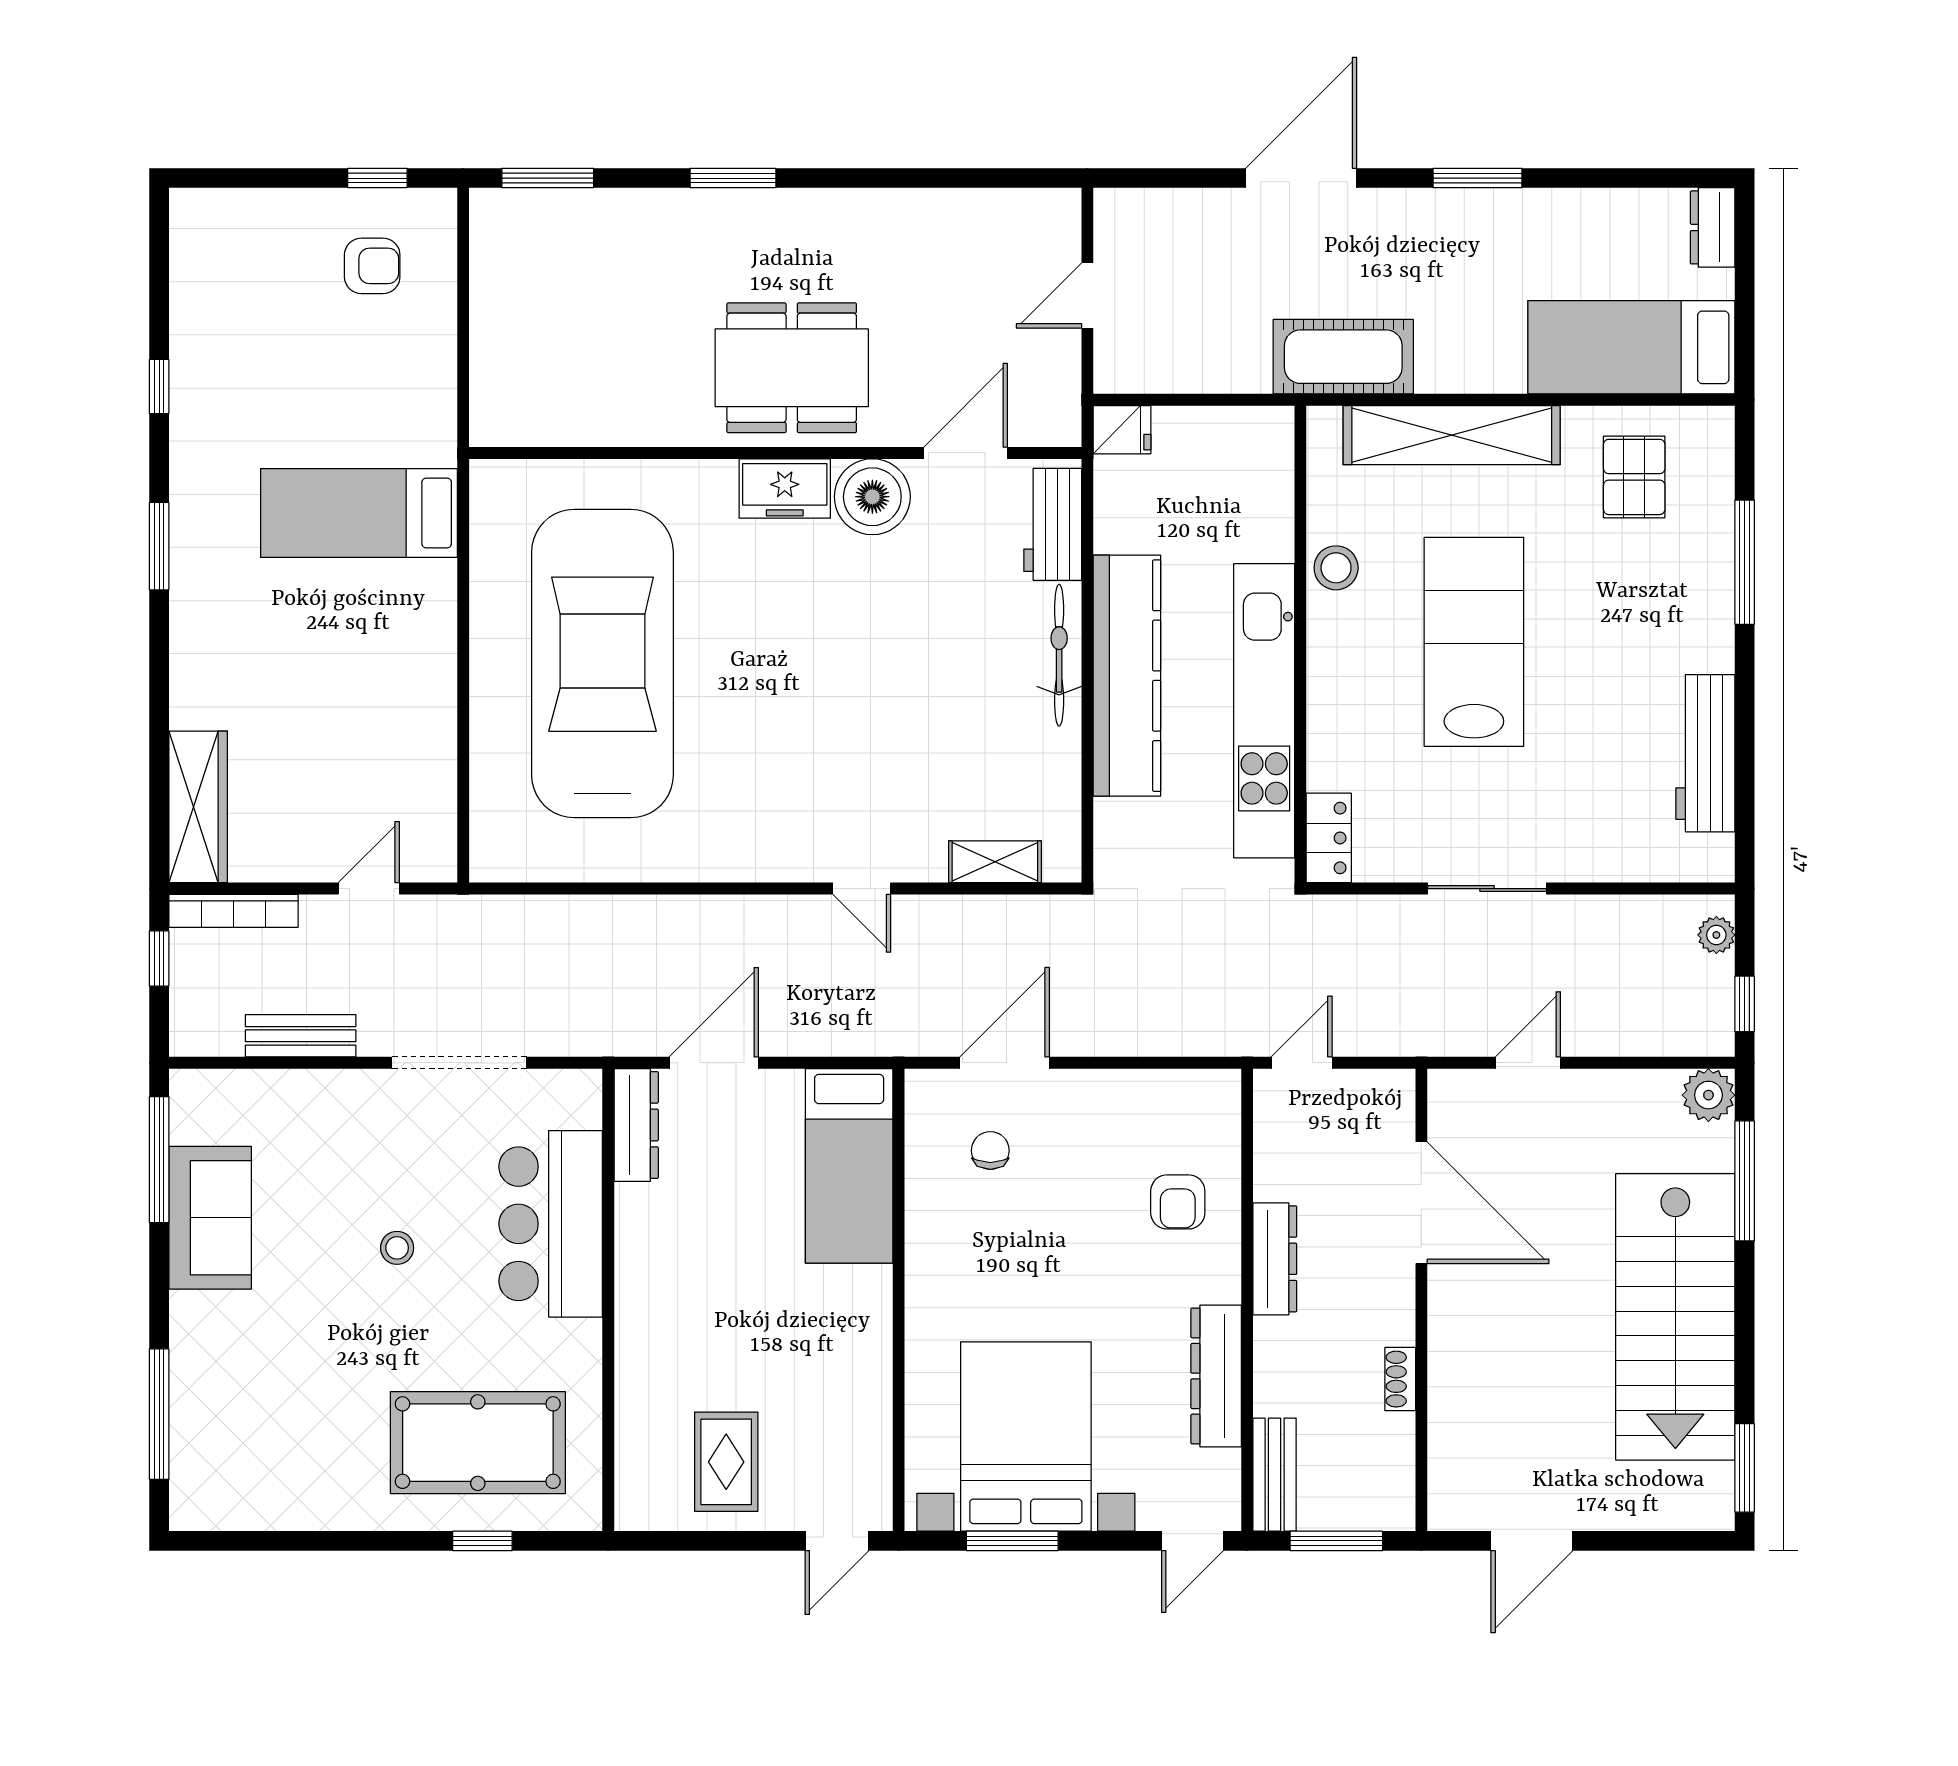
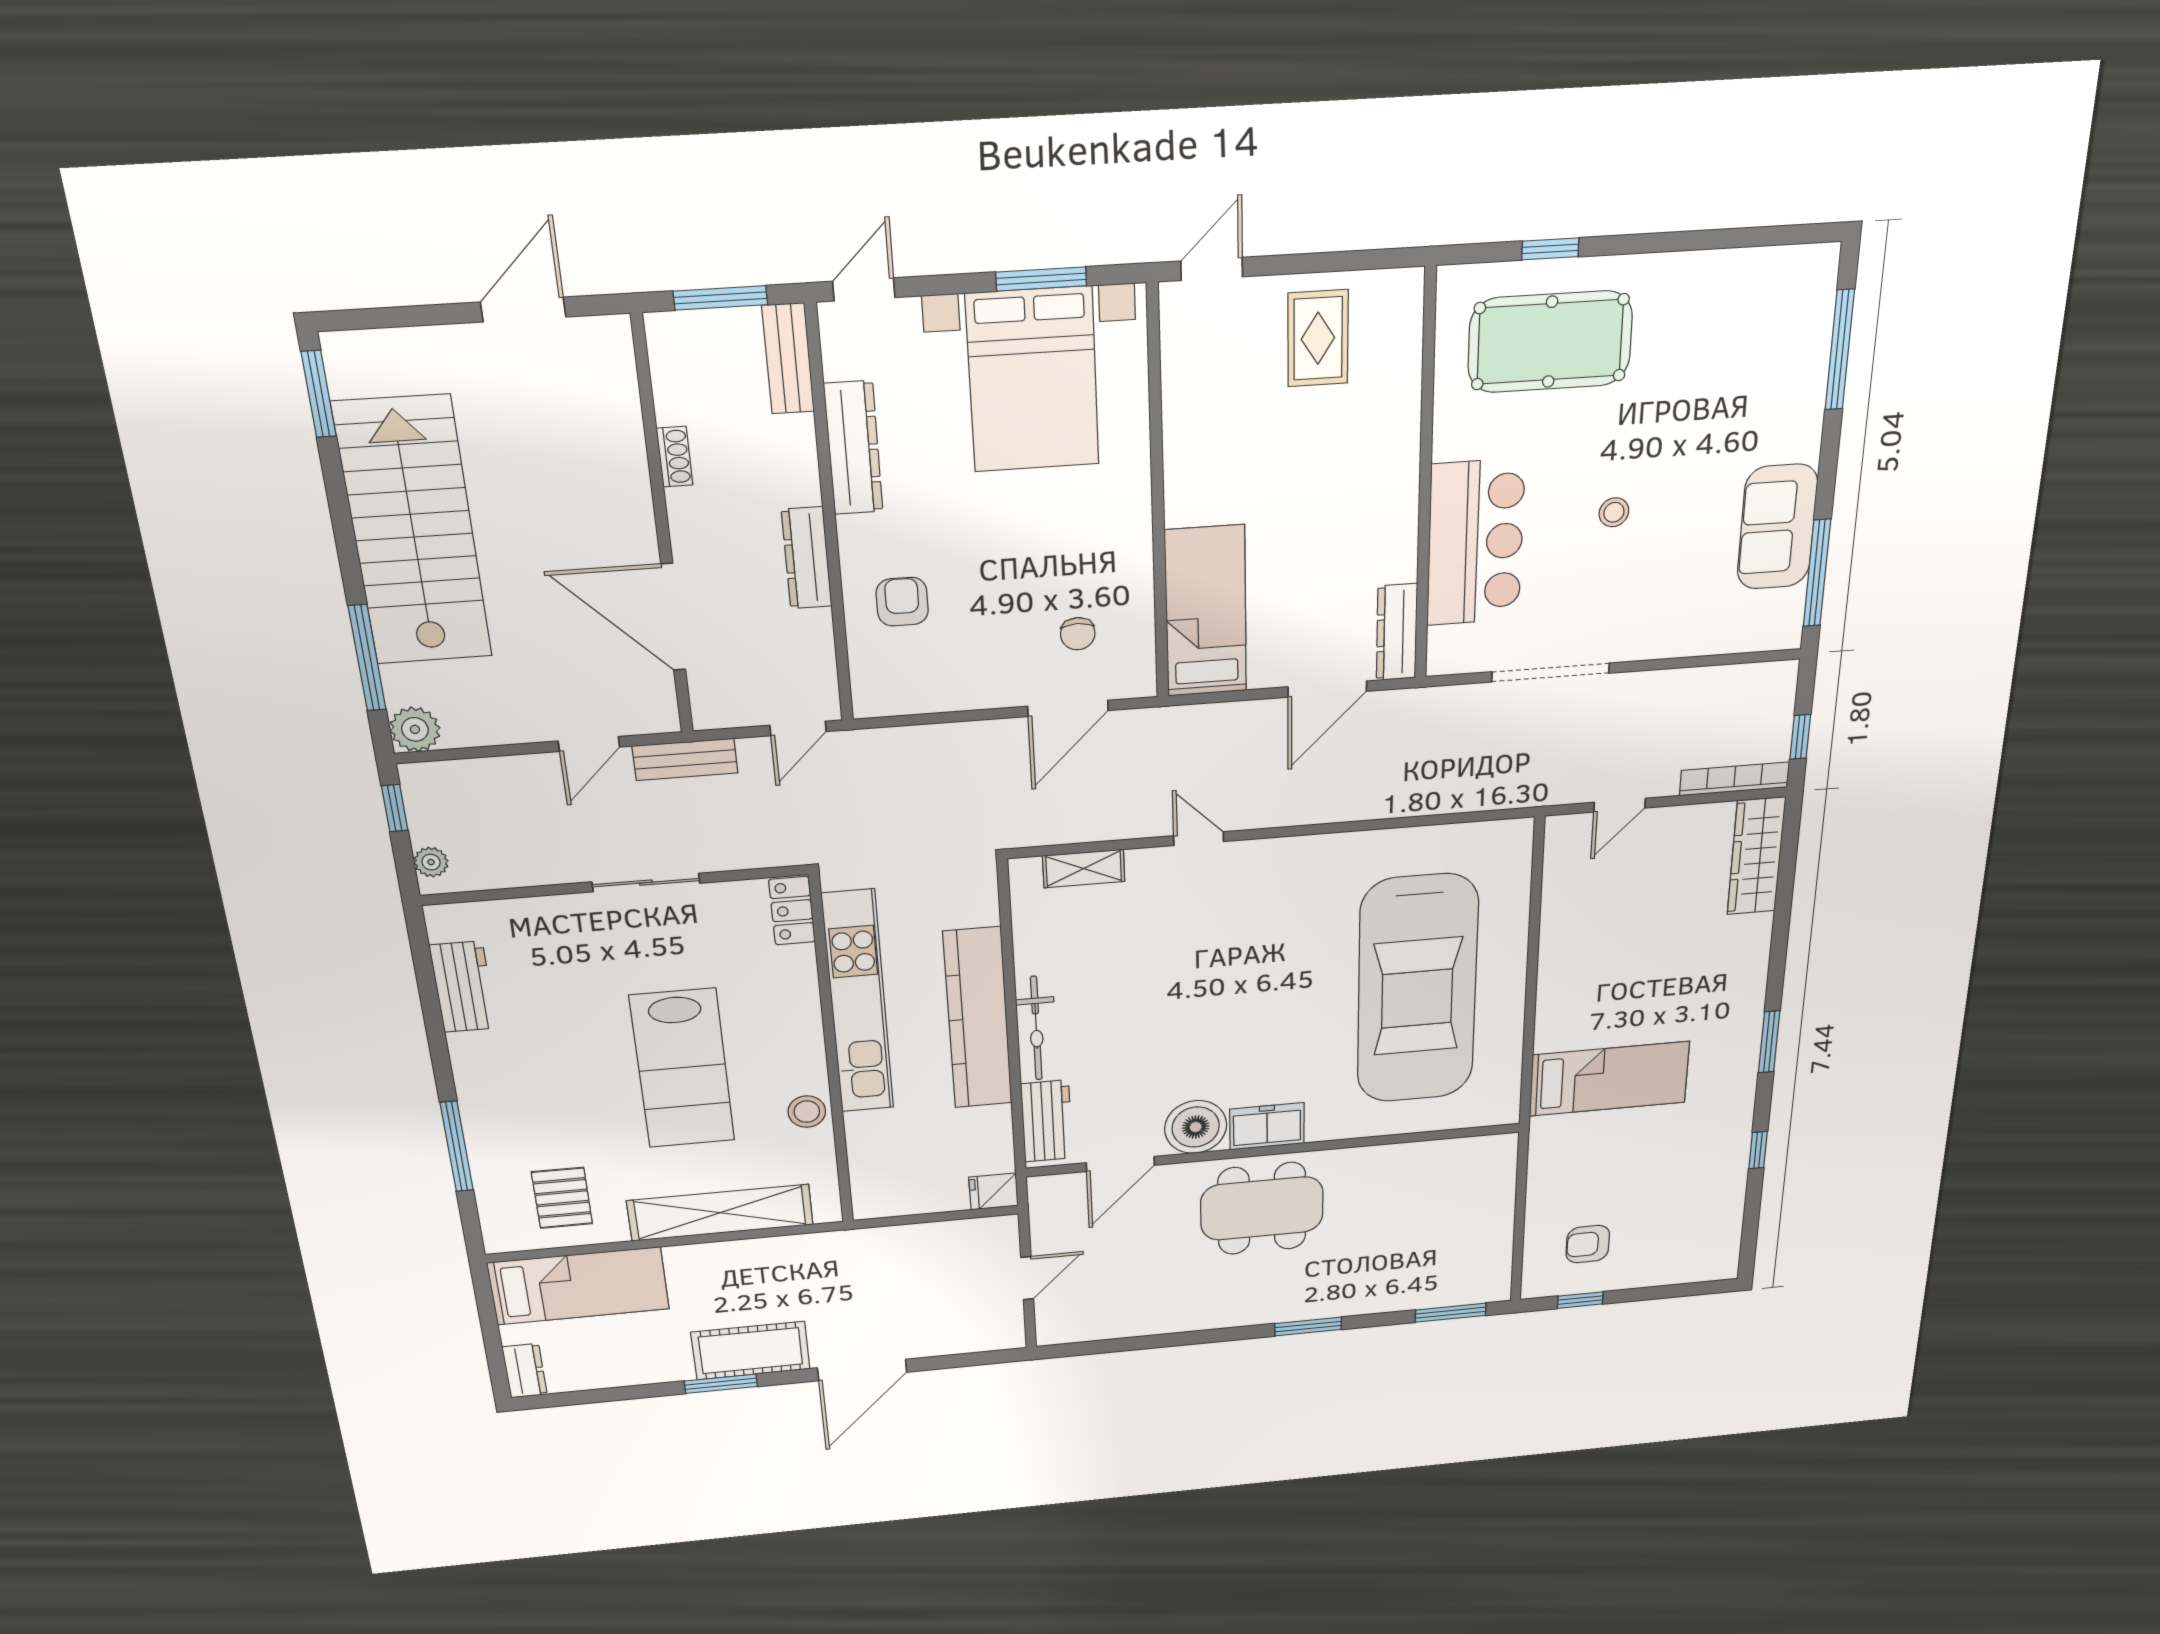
cot: (1343, 357) -> (751, 1351), moved
workbench: (1705, 753) -> (463, 987), width x0.73
bench: (301, 1036) -> (685, 759), moved

